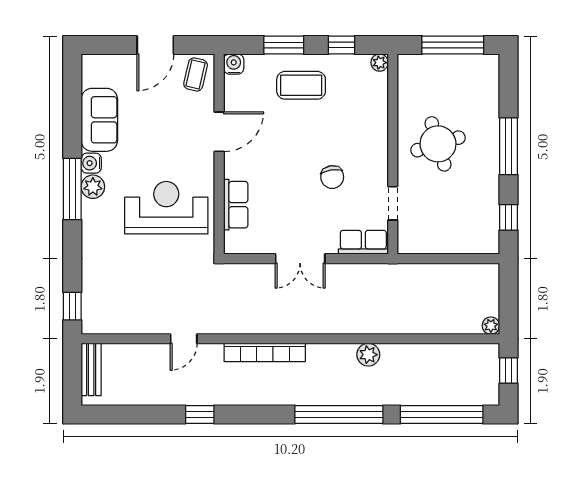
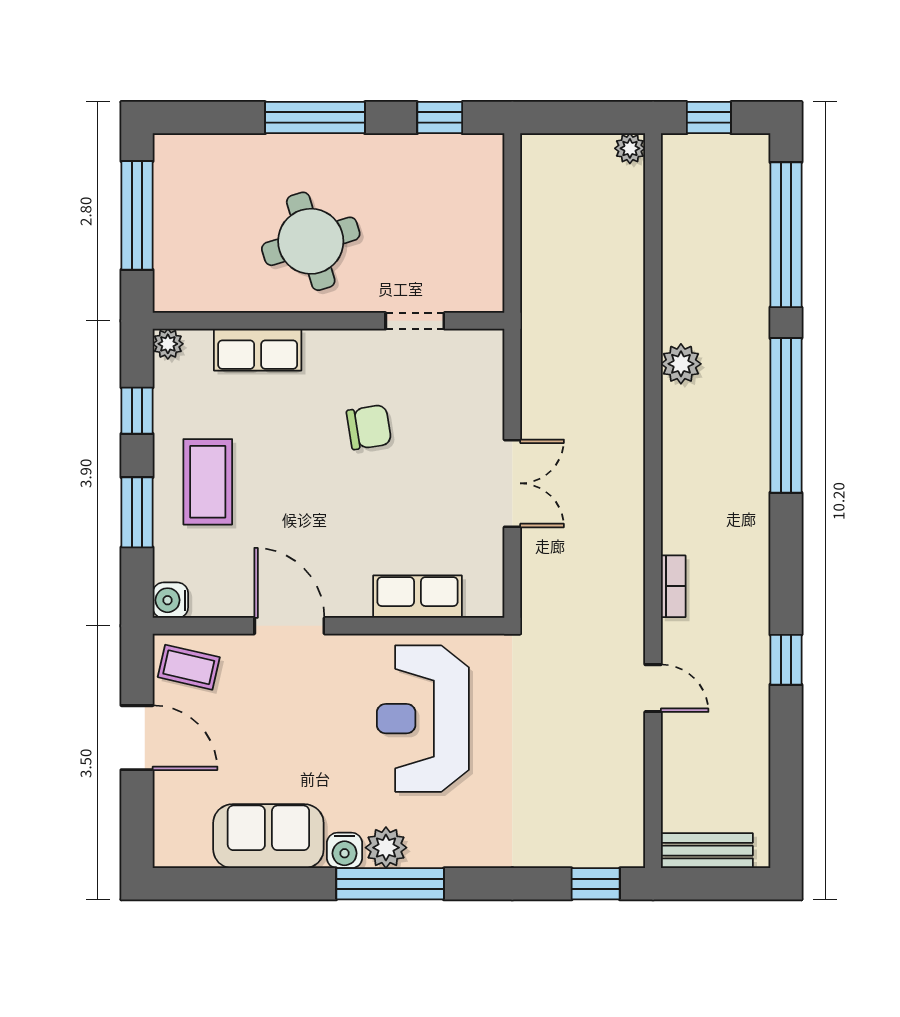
row of seats: (363, 242) -> (258, 350), moved, turned -90
bookcase: (265, 352) -> (673, 586), width x0.43, depth x0.76

